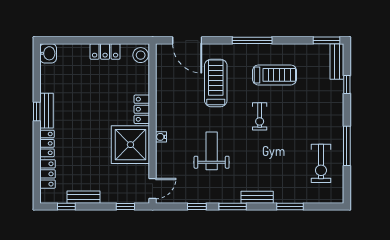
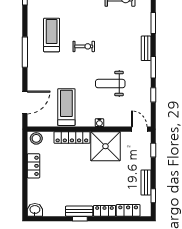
treadmill: (216, 83) -> (66, 107), moved, turned 90
locker: (142, 109) -> (72, 137), width x1.53

